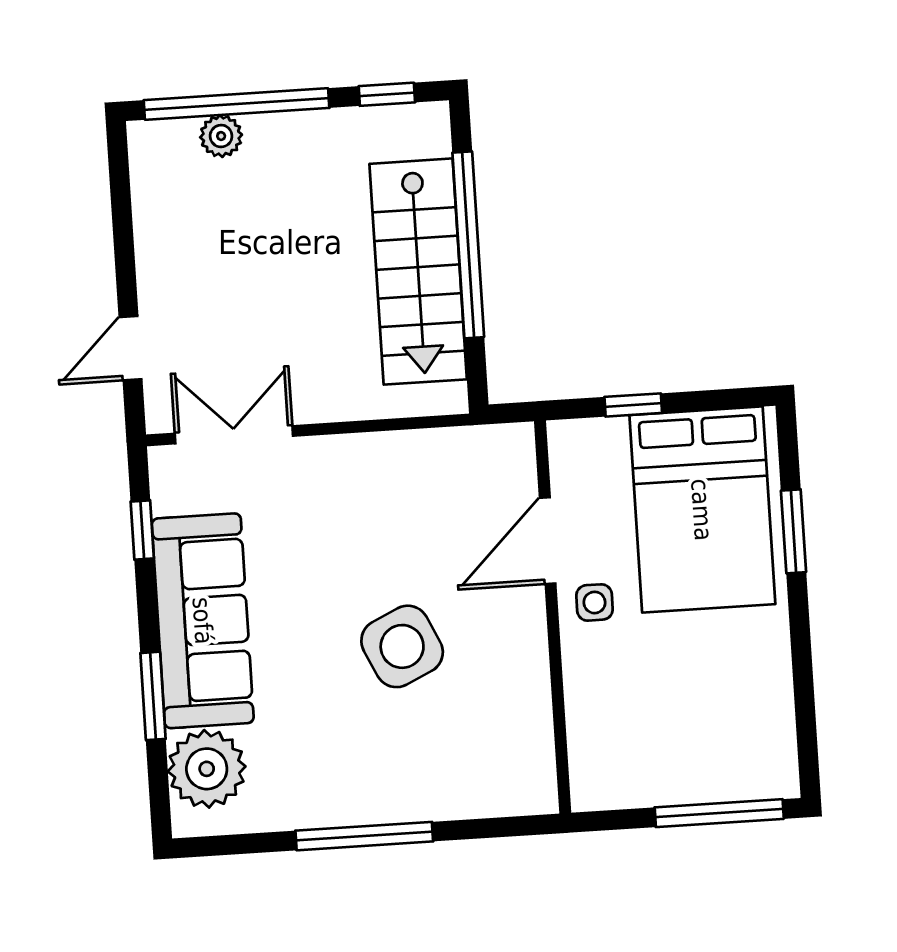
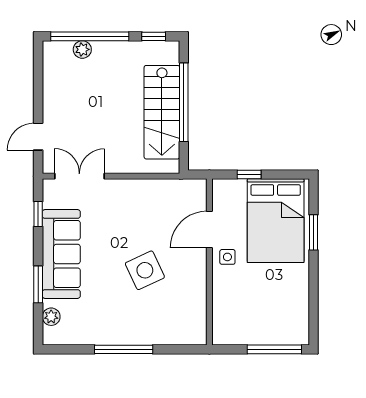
plant: (207, 769) -> (51, 317), width x0.53, depth x0.53

